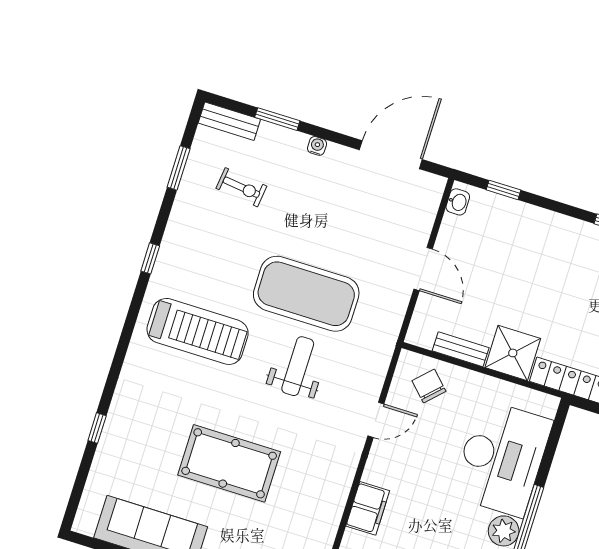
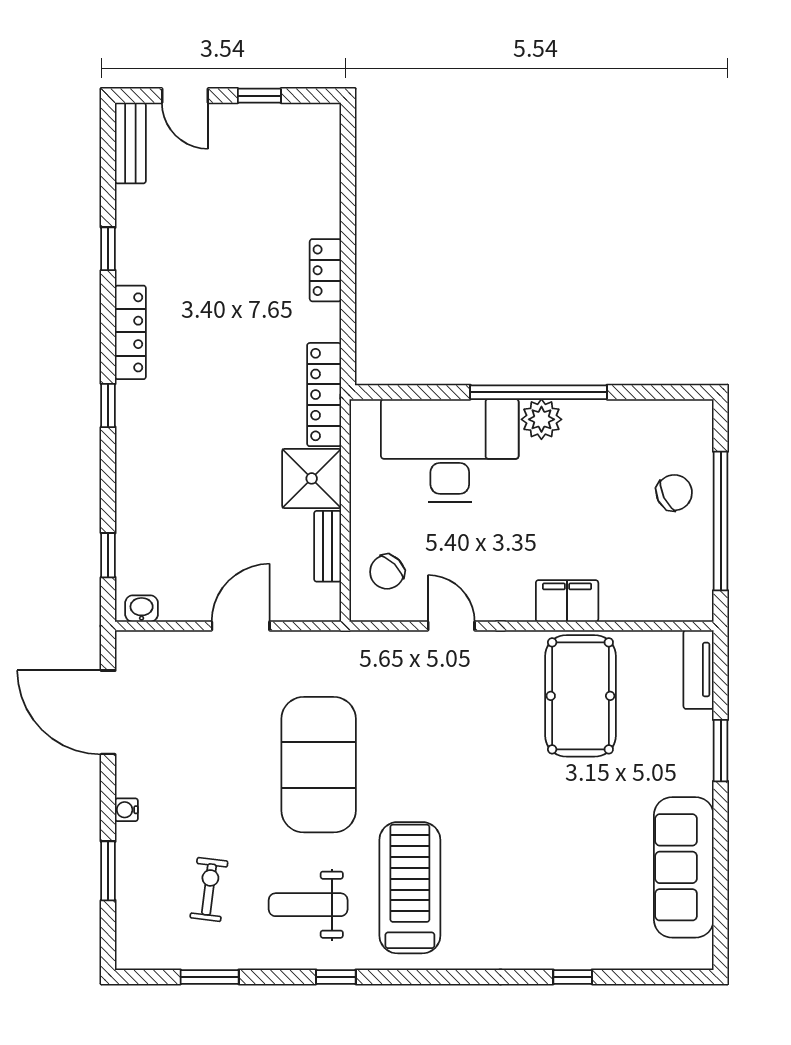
bench: (229, 121) -> (130, 931), removed
weight bench: (298, 366) -> (308, 905), moved
pool table: (229, 463) -> (580, 696), moved

